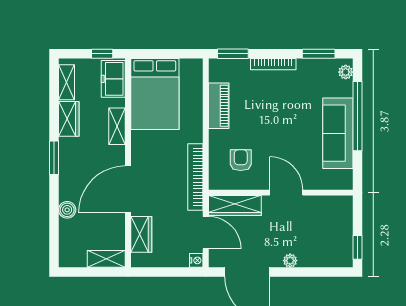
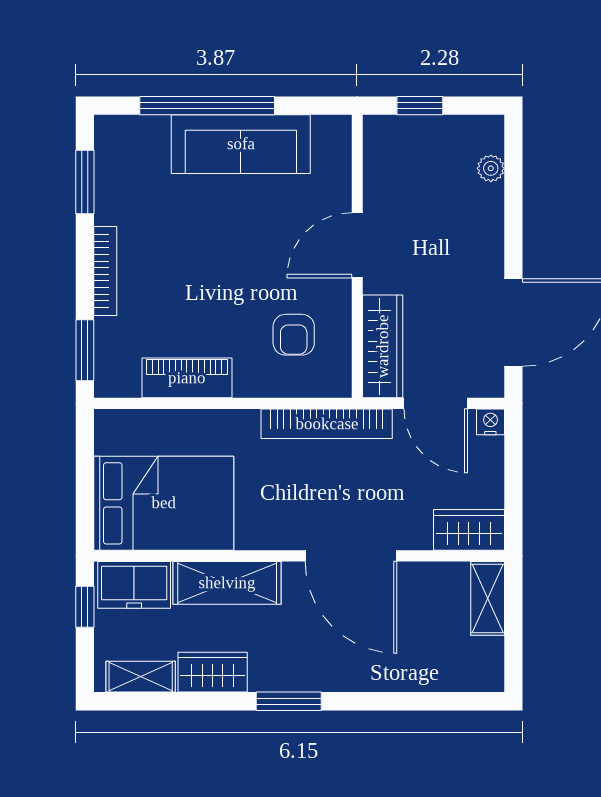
plant: (346, 72) -> (121, 129), removed
shelving: (117, 126) -> (227, 583), width x1.50, depth x1.33
armchair: (241, 160) -> (294, 335), turned -90
boiler: (67, 210) -> (391, 675), removed
door: (206, 233) -> (436, 403), swing flipped
wardrobe: (141, 234) -> (469, 530), moved
window: (357, 247) -> (420, 106), moved
plant: (290, 261) -> (491, 168), moved

